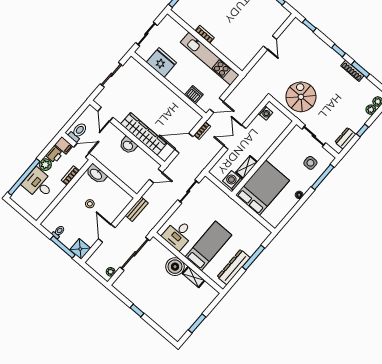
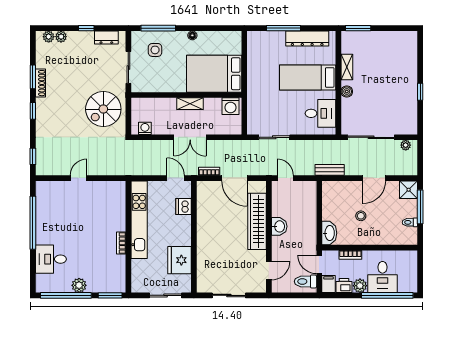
shelving: (247, 167) -> (190, 104), moved
boiler: (175, 267) -> (347, 91), width x0.54, depth x0.54
window: (197, 323) -> (358, 28), moved

